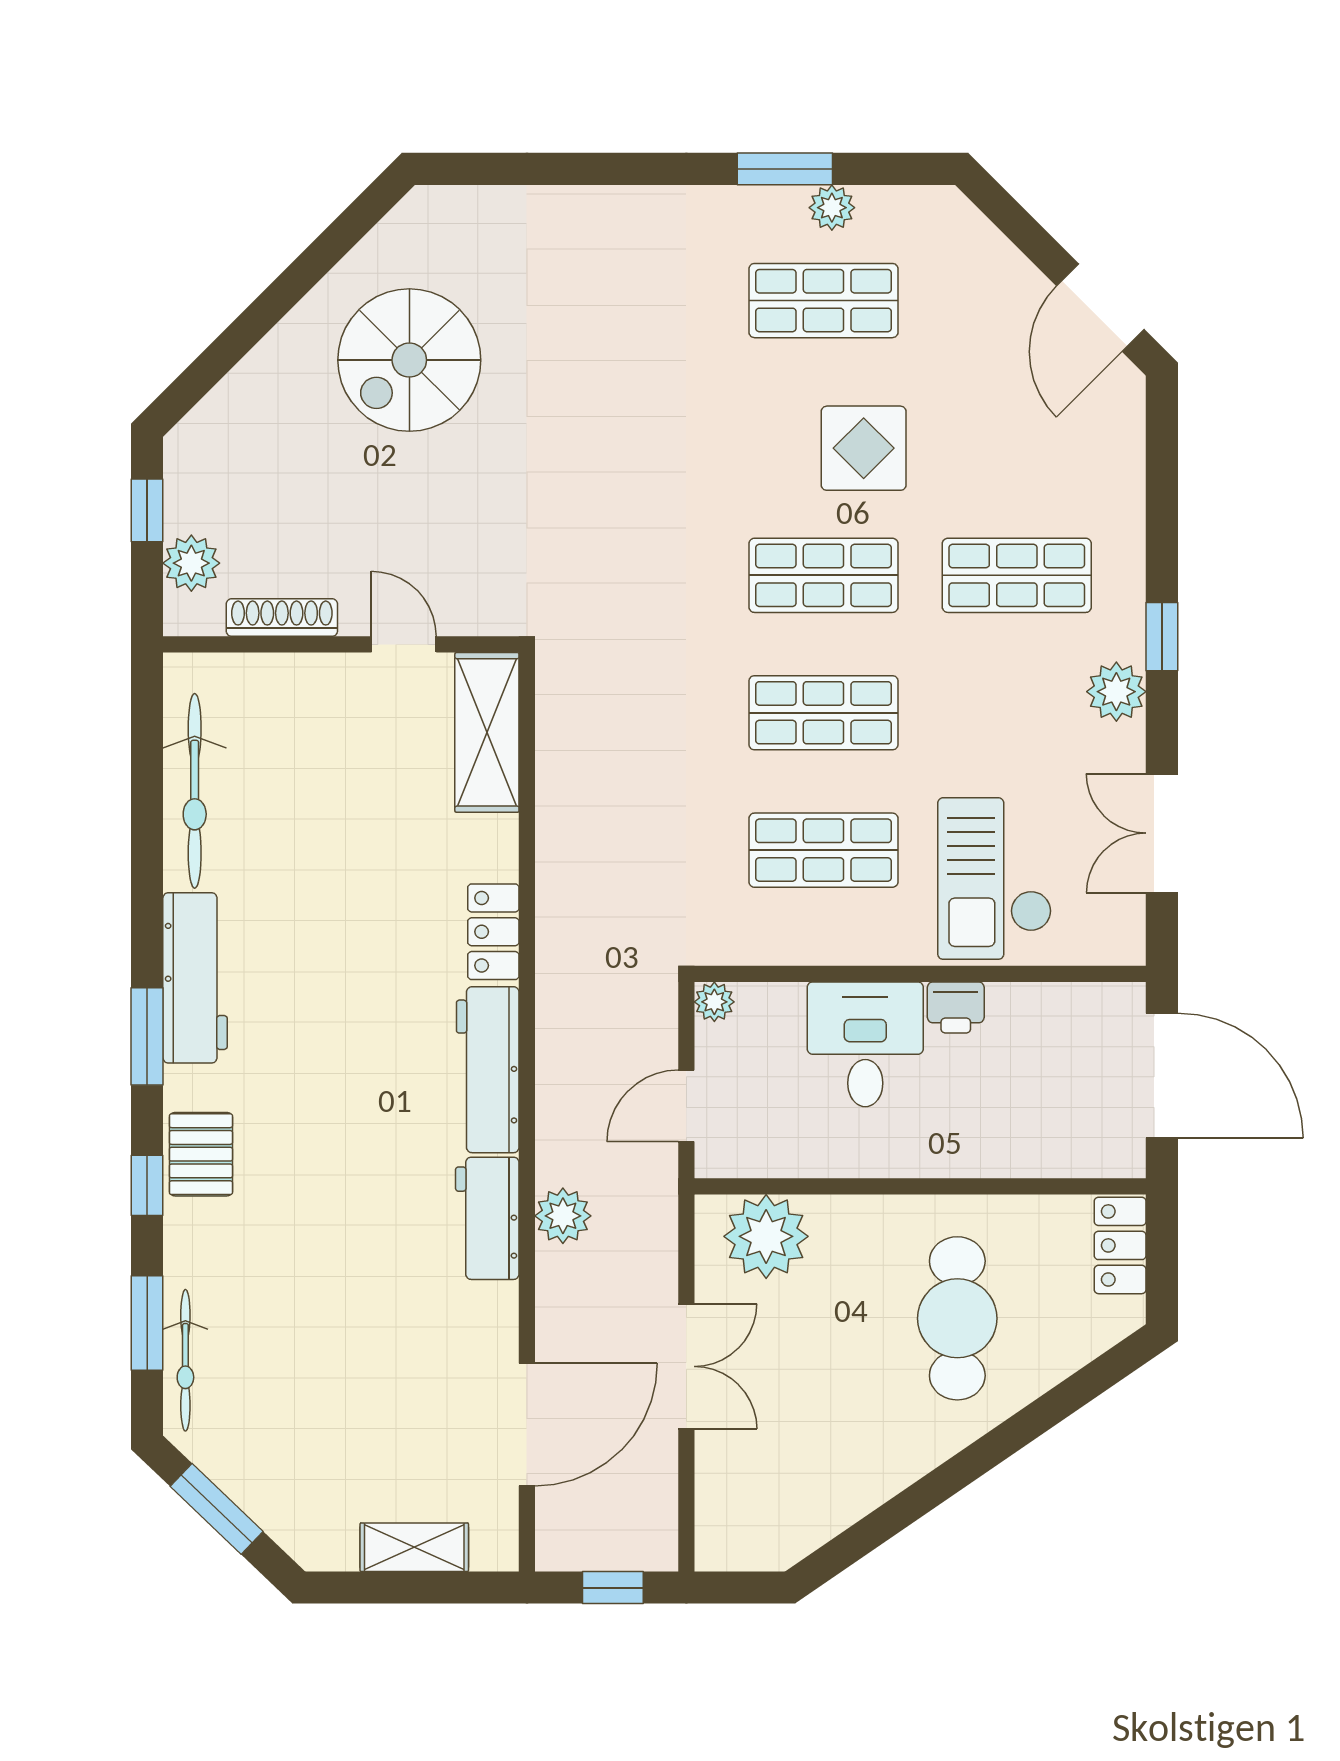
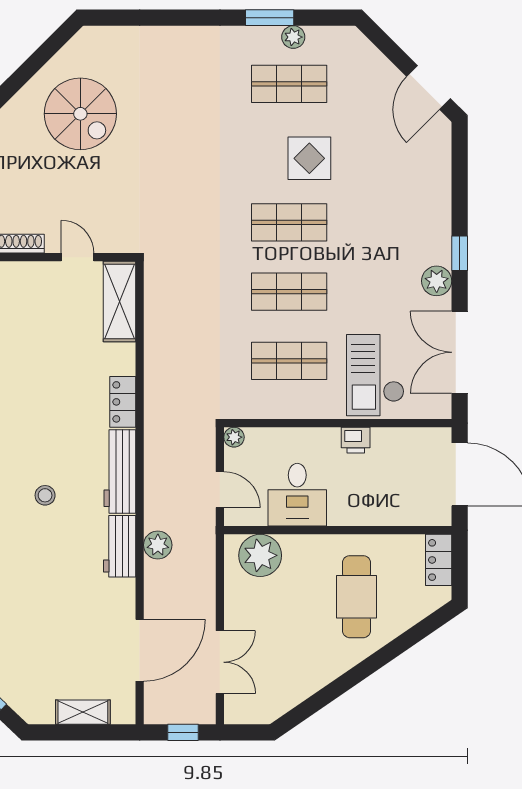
spiral stairs: (409, 360) -> (80, 114), turned -90
shop shelf: (1017, 575) -> (386, 222), removed
double door: (1162, 833) -> (460, 352), width x1.37
desk: (865, 1044) -> (297, 495), moved, turned 180
door: (686, 1106) -> (220, 490), swing flipped
stool: (339, 1117) -> (45, 495), added
double door: (686, 1366) -> (220, 662), moved

